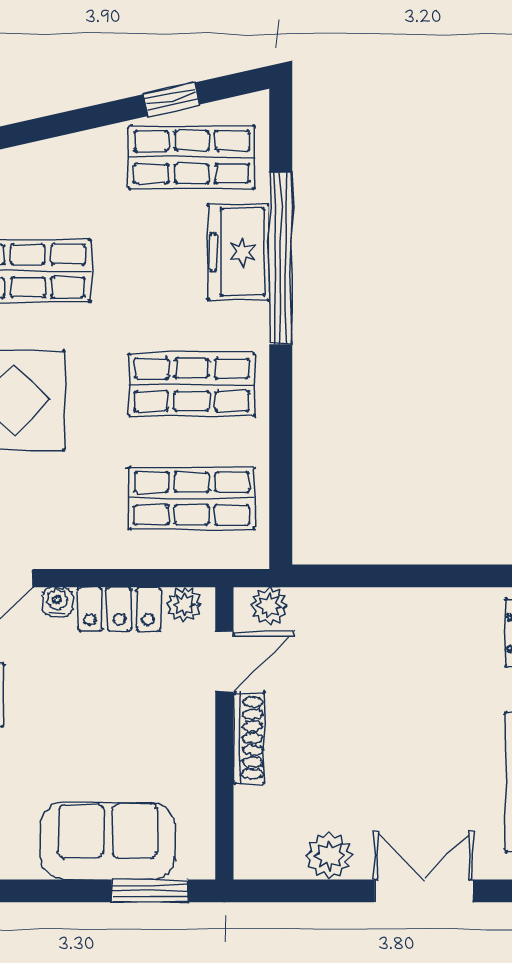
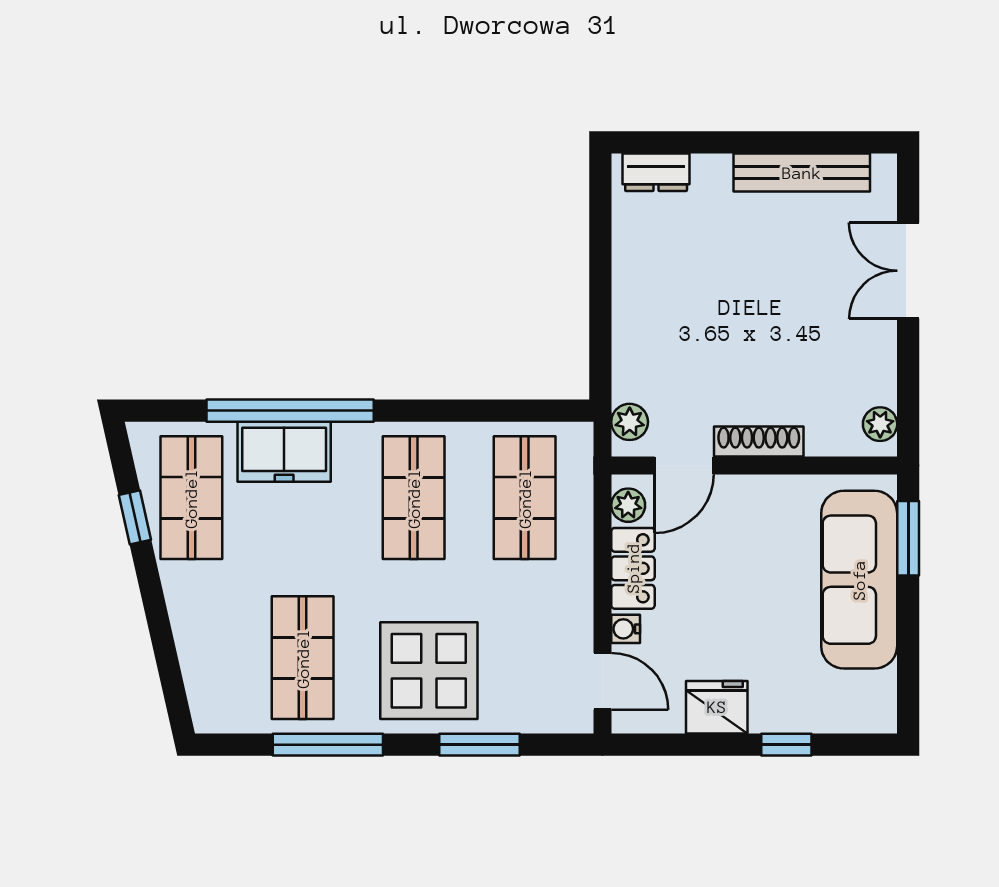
door: (224, 662) -> (684, 466), swing flipped
sofa: (108, 841) -> (859, 580), width x1.36
plant: (329, 856) -> (880, 424), moved, width x0.73, depth x0.73

